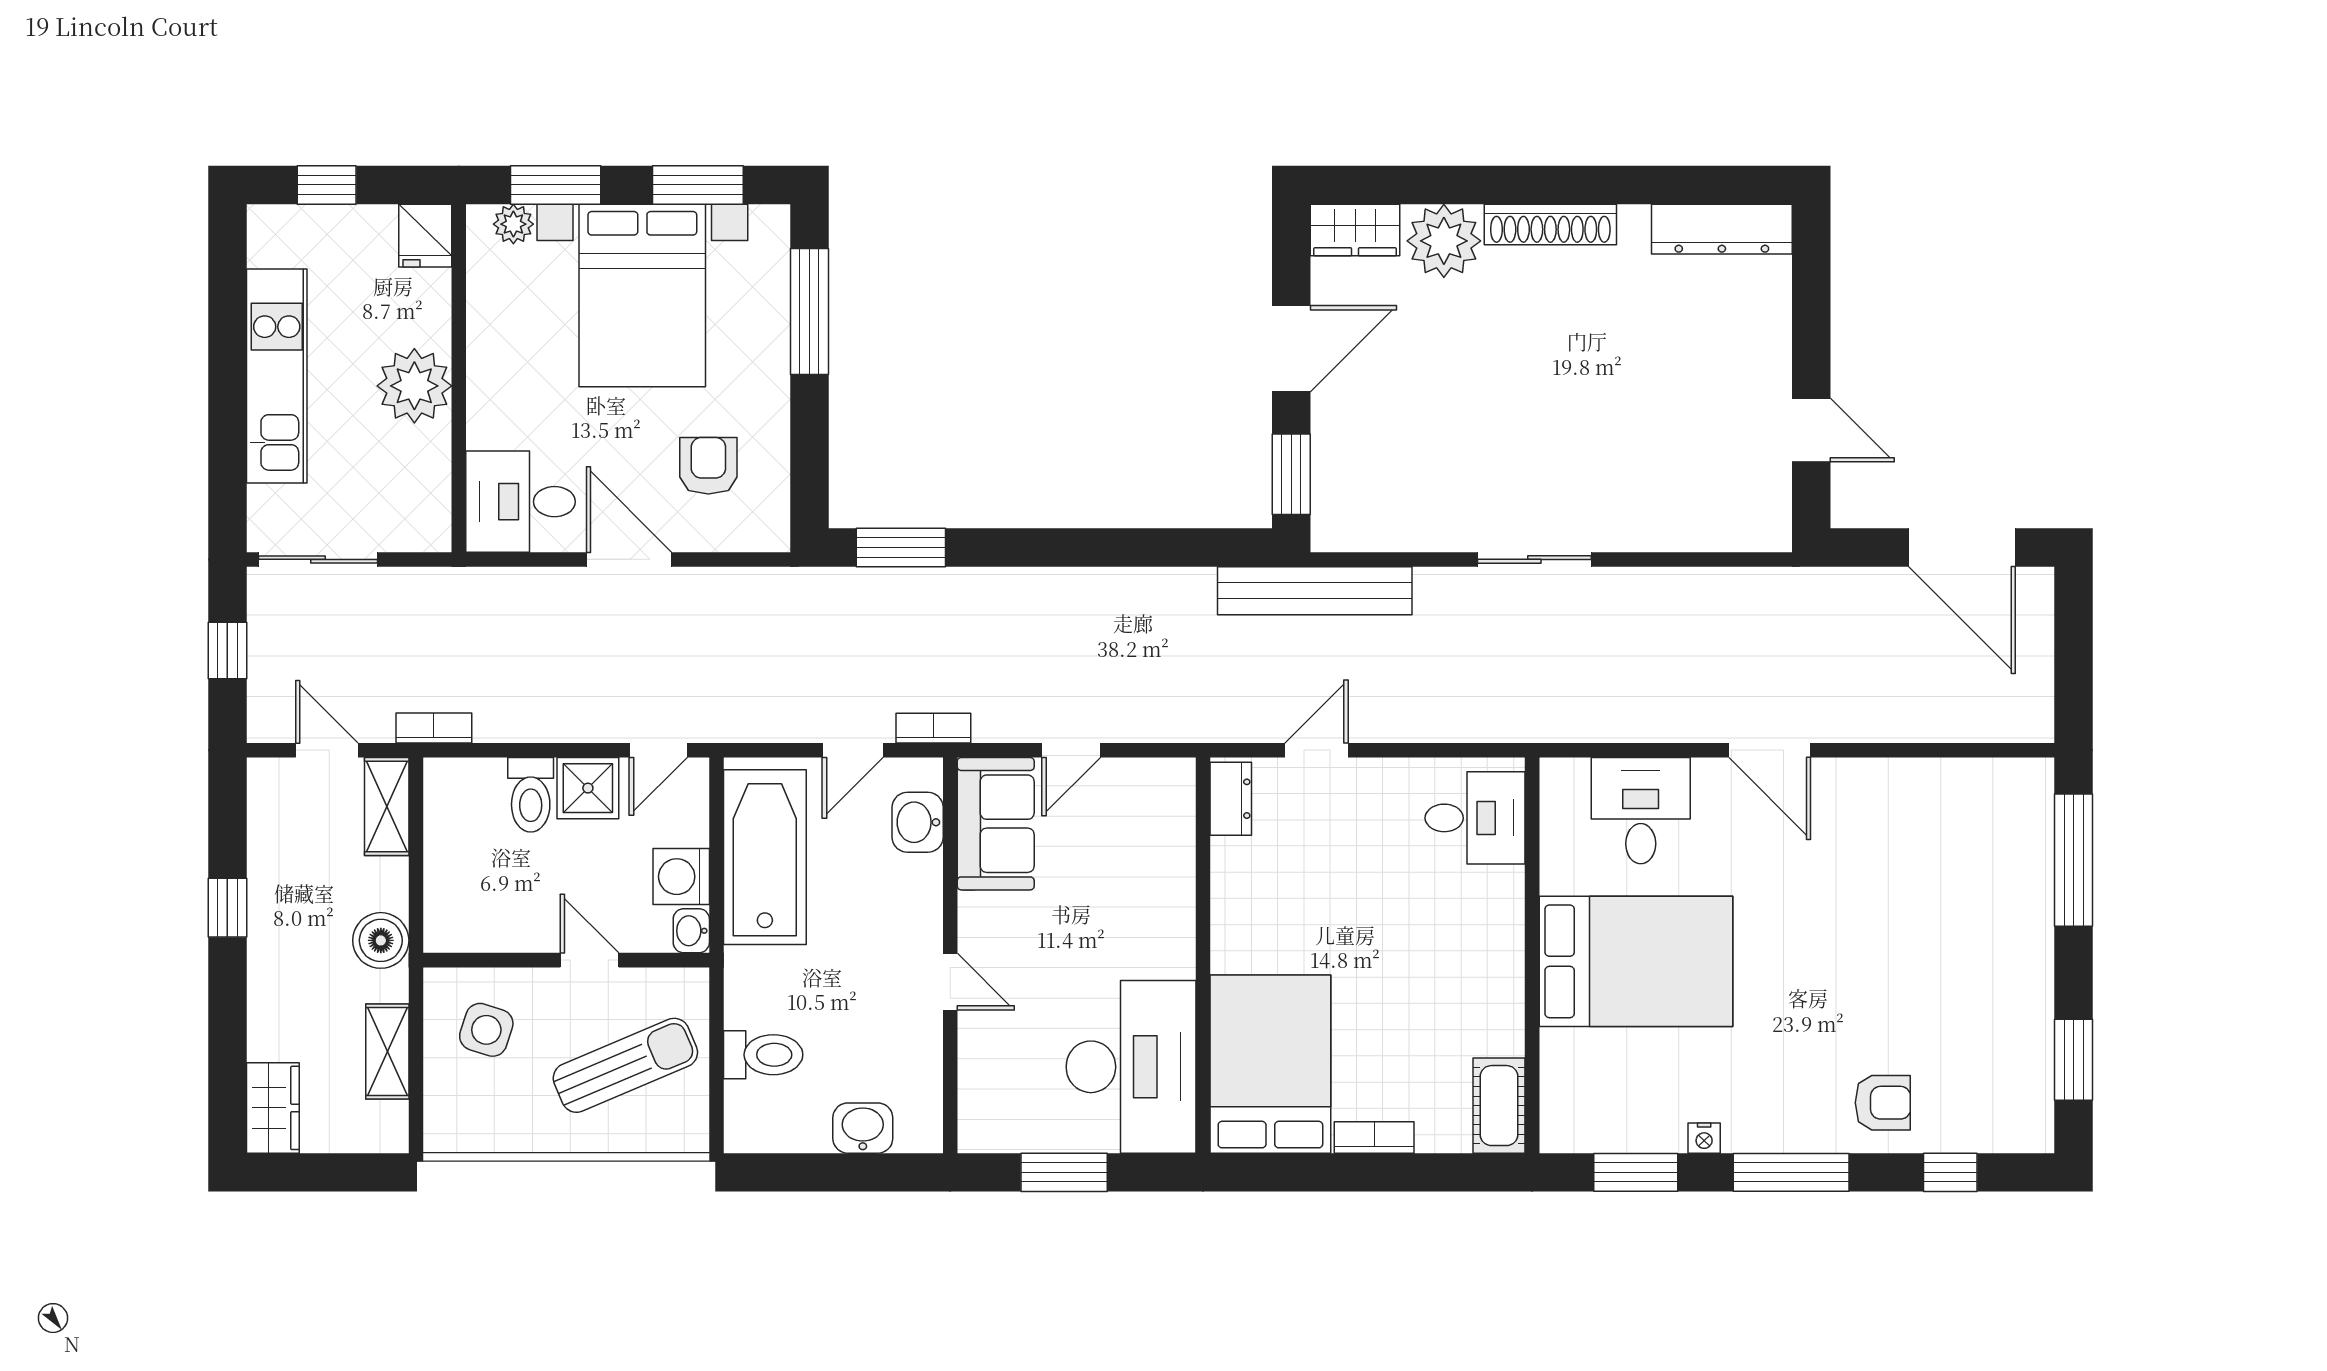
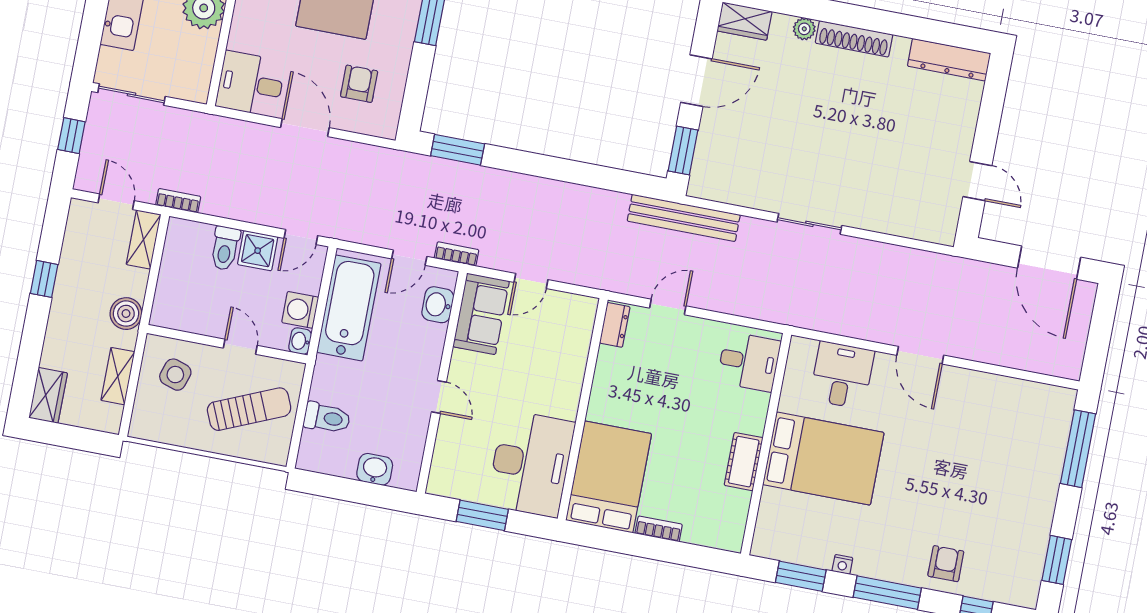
plant: (1444, 241) -> (804, 29), width x0.53, depth x0.53
armchair: (1883, 1103) -> (946, 564), turned -90
cot: (1499, 1106) -> (744, 462), moved

